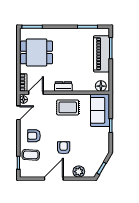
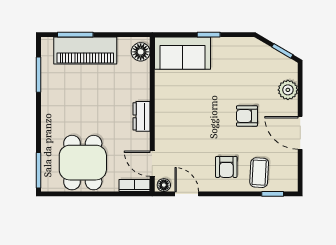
rug: (68, 107) -> (177, 109), removed

